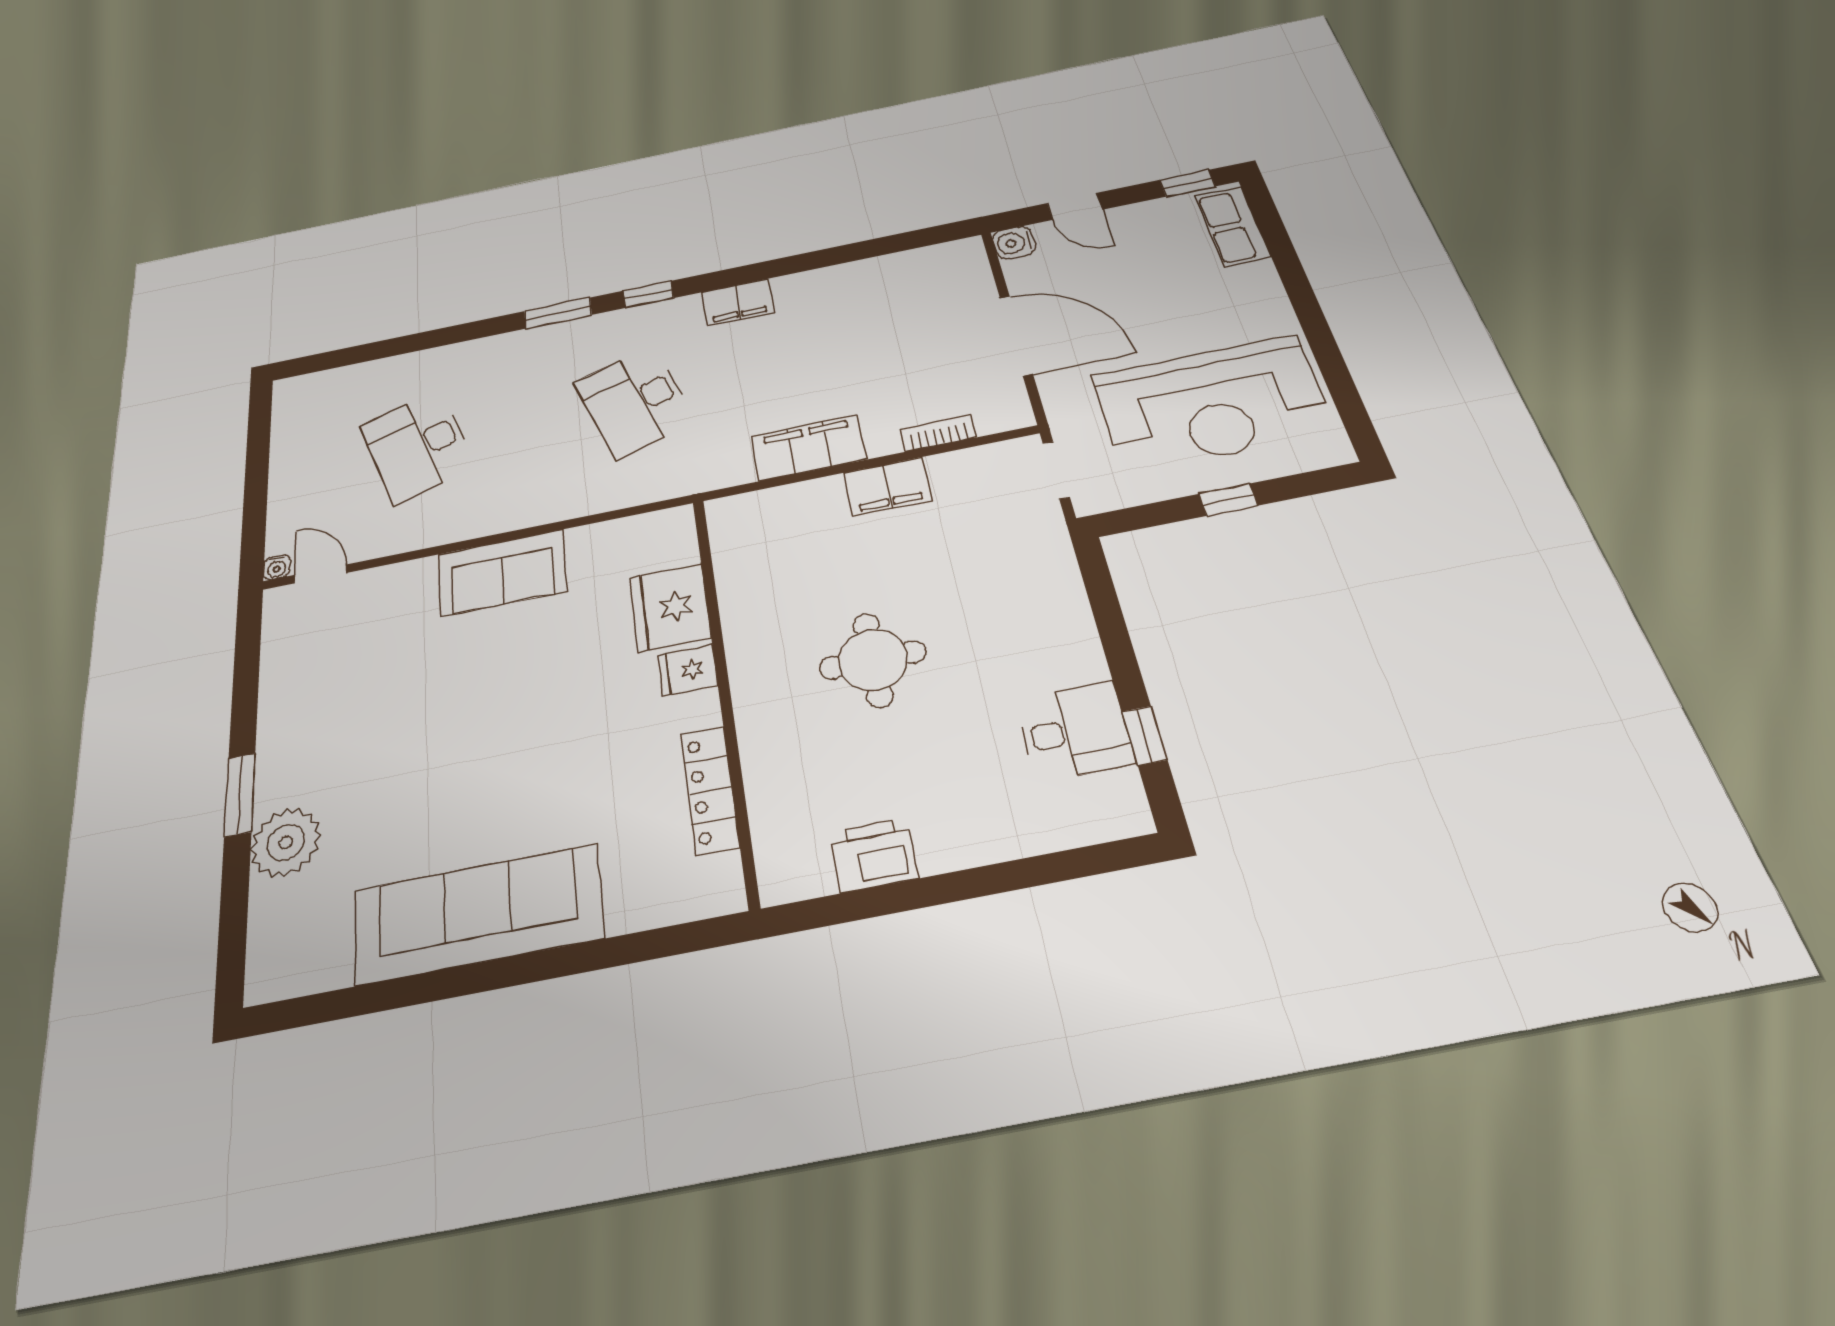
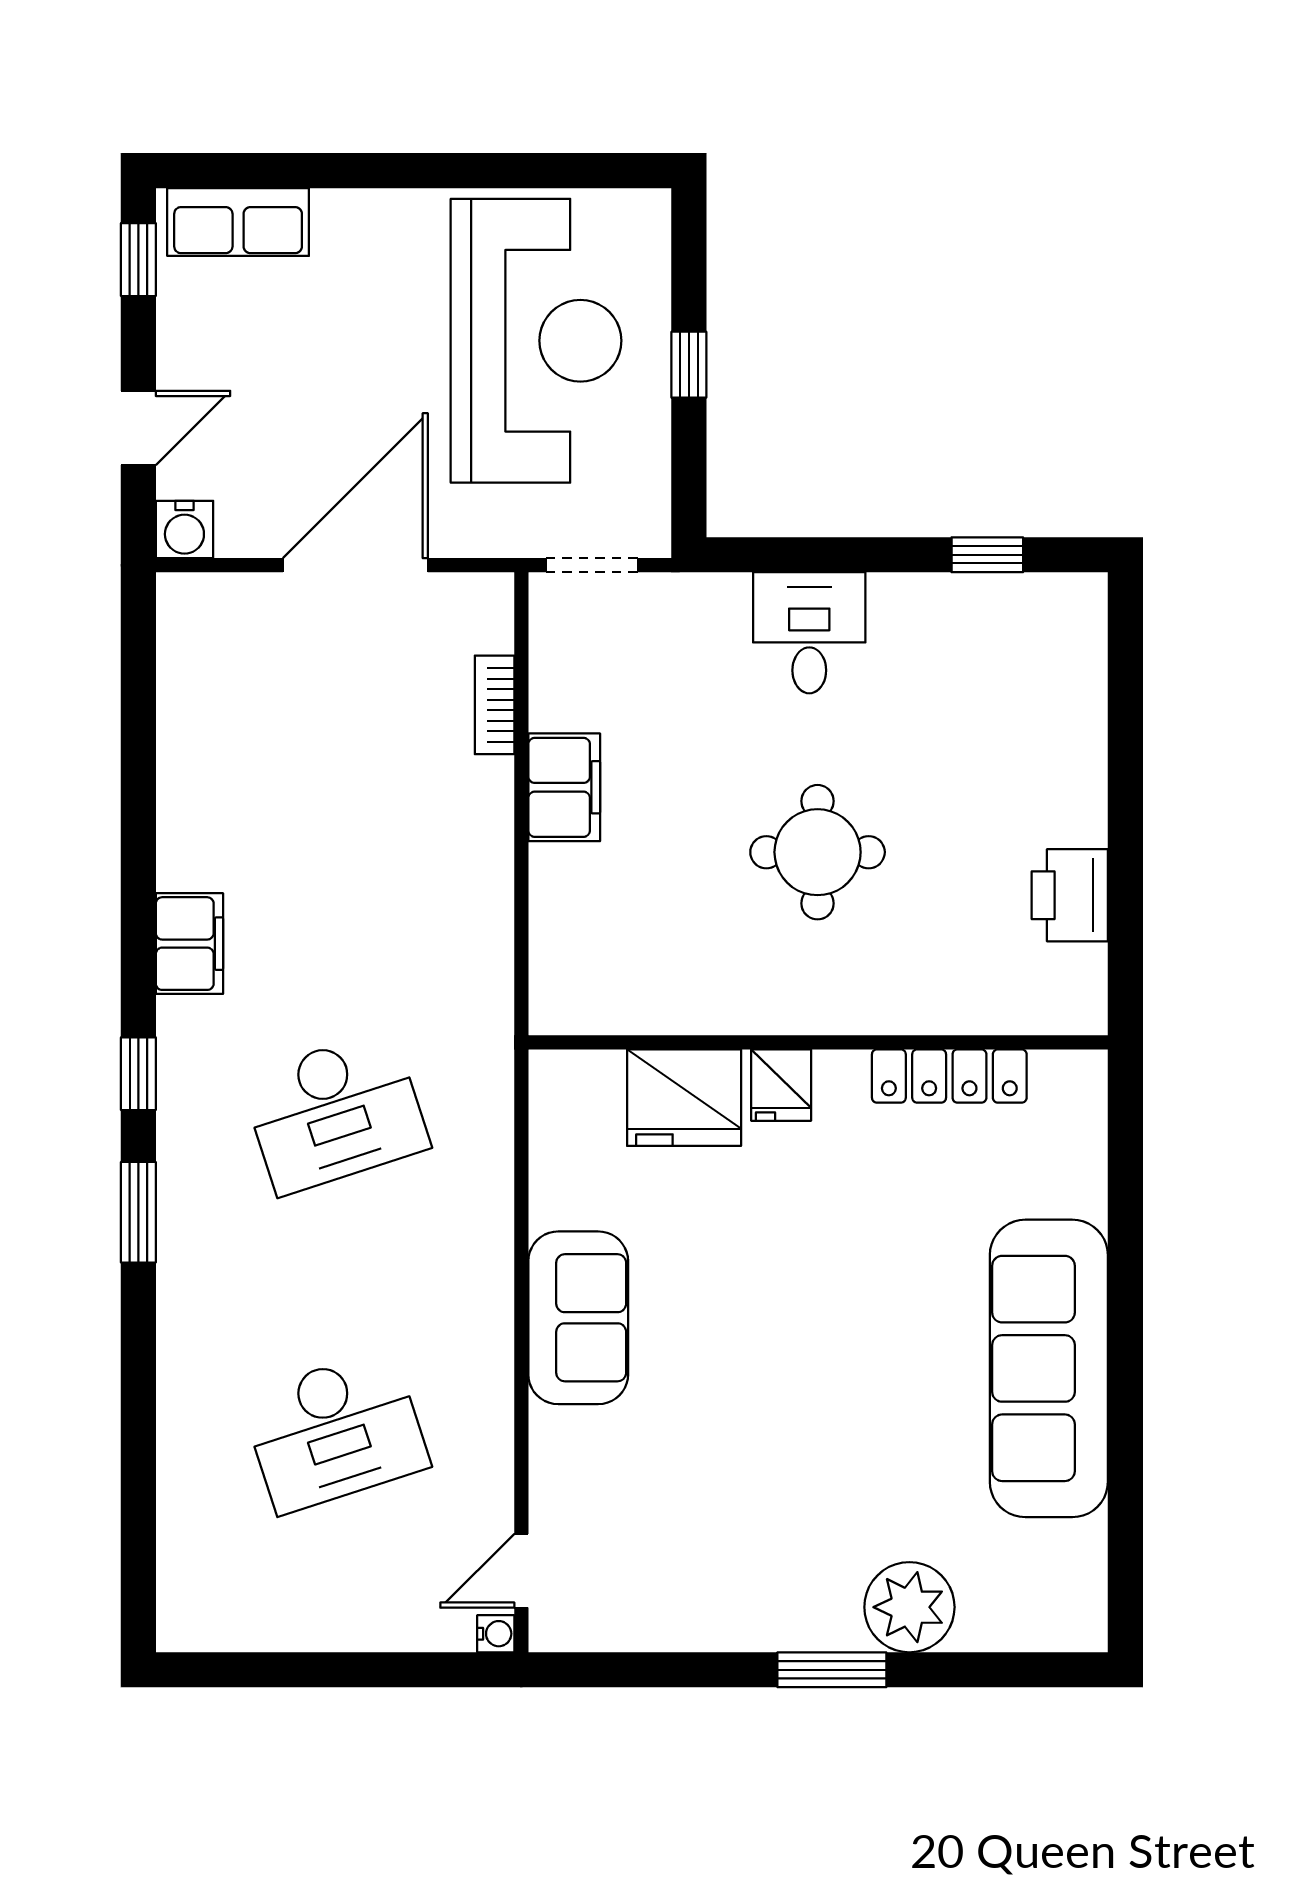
filing cabinet: (809, 448) -> (475, 881), removed
desk: (1075, 731) -> (809, 633), moved

